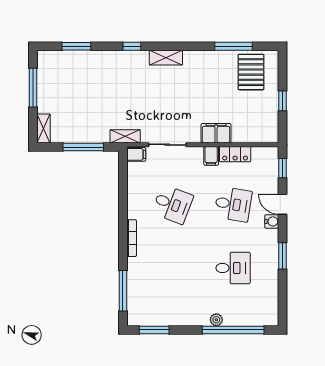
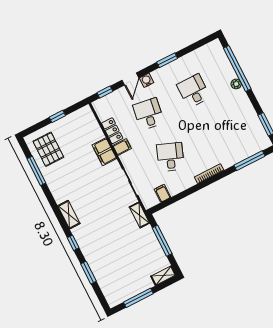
window: (76, 46) -> (88, 273), moved
pallet: (251, 72) -> (48, 149), turned 90
filing cabinet: (136, 154) -> (163, 193), moved

